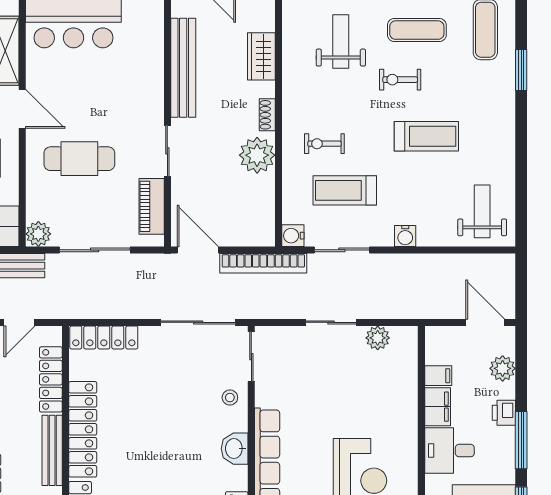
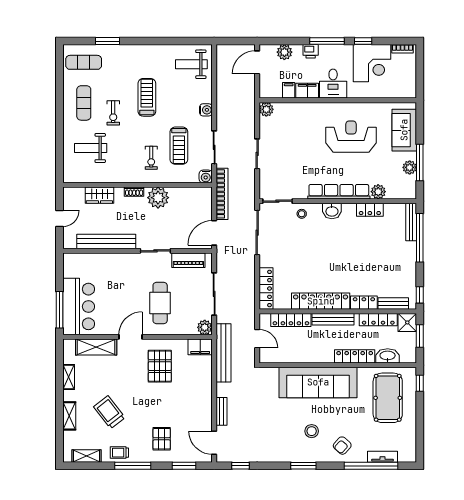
plant: (378, 338) -> (266, 109), moved

